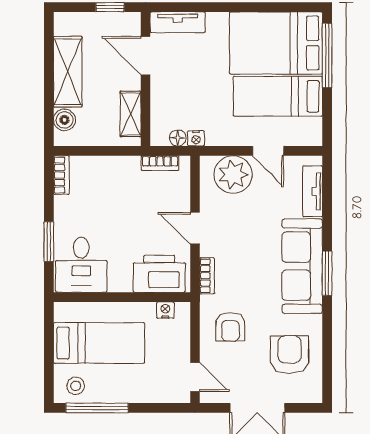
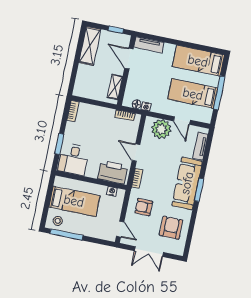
bed: (276, 43) -> (198, 61), width x0.67
window: (327, 55) -> (219, 93), moved
shelving: (68, 72) -> (90, 46), moved
boiler: (64, 120) -> (80, 83), removed
armchair: (231, 327) -> (144, 207), turned 90

